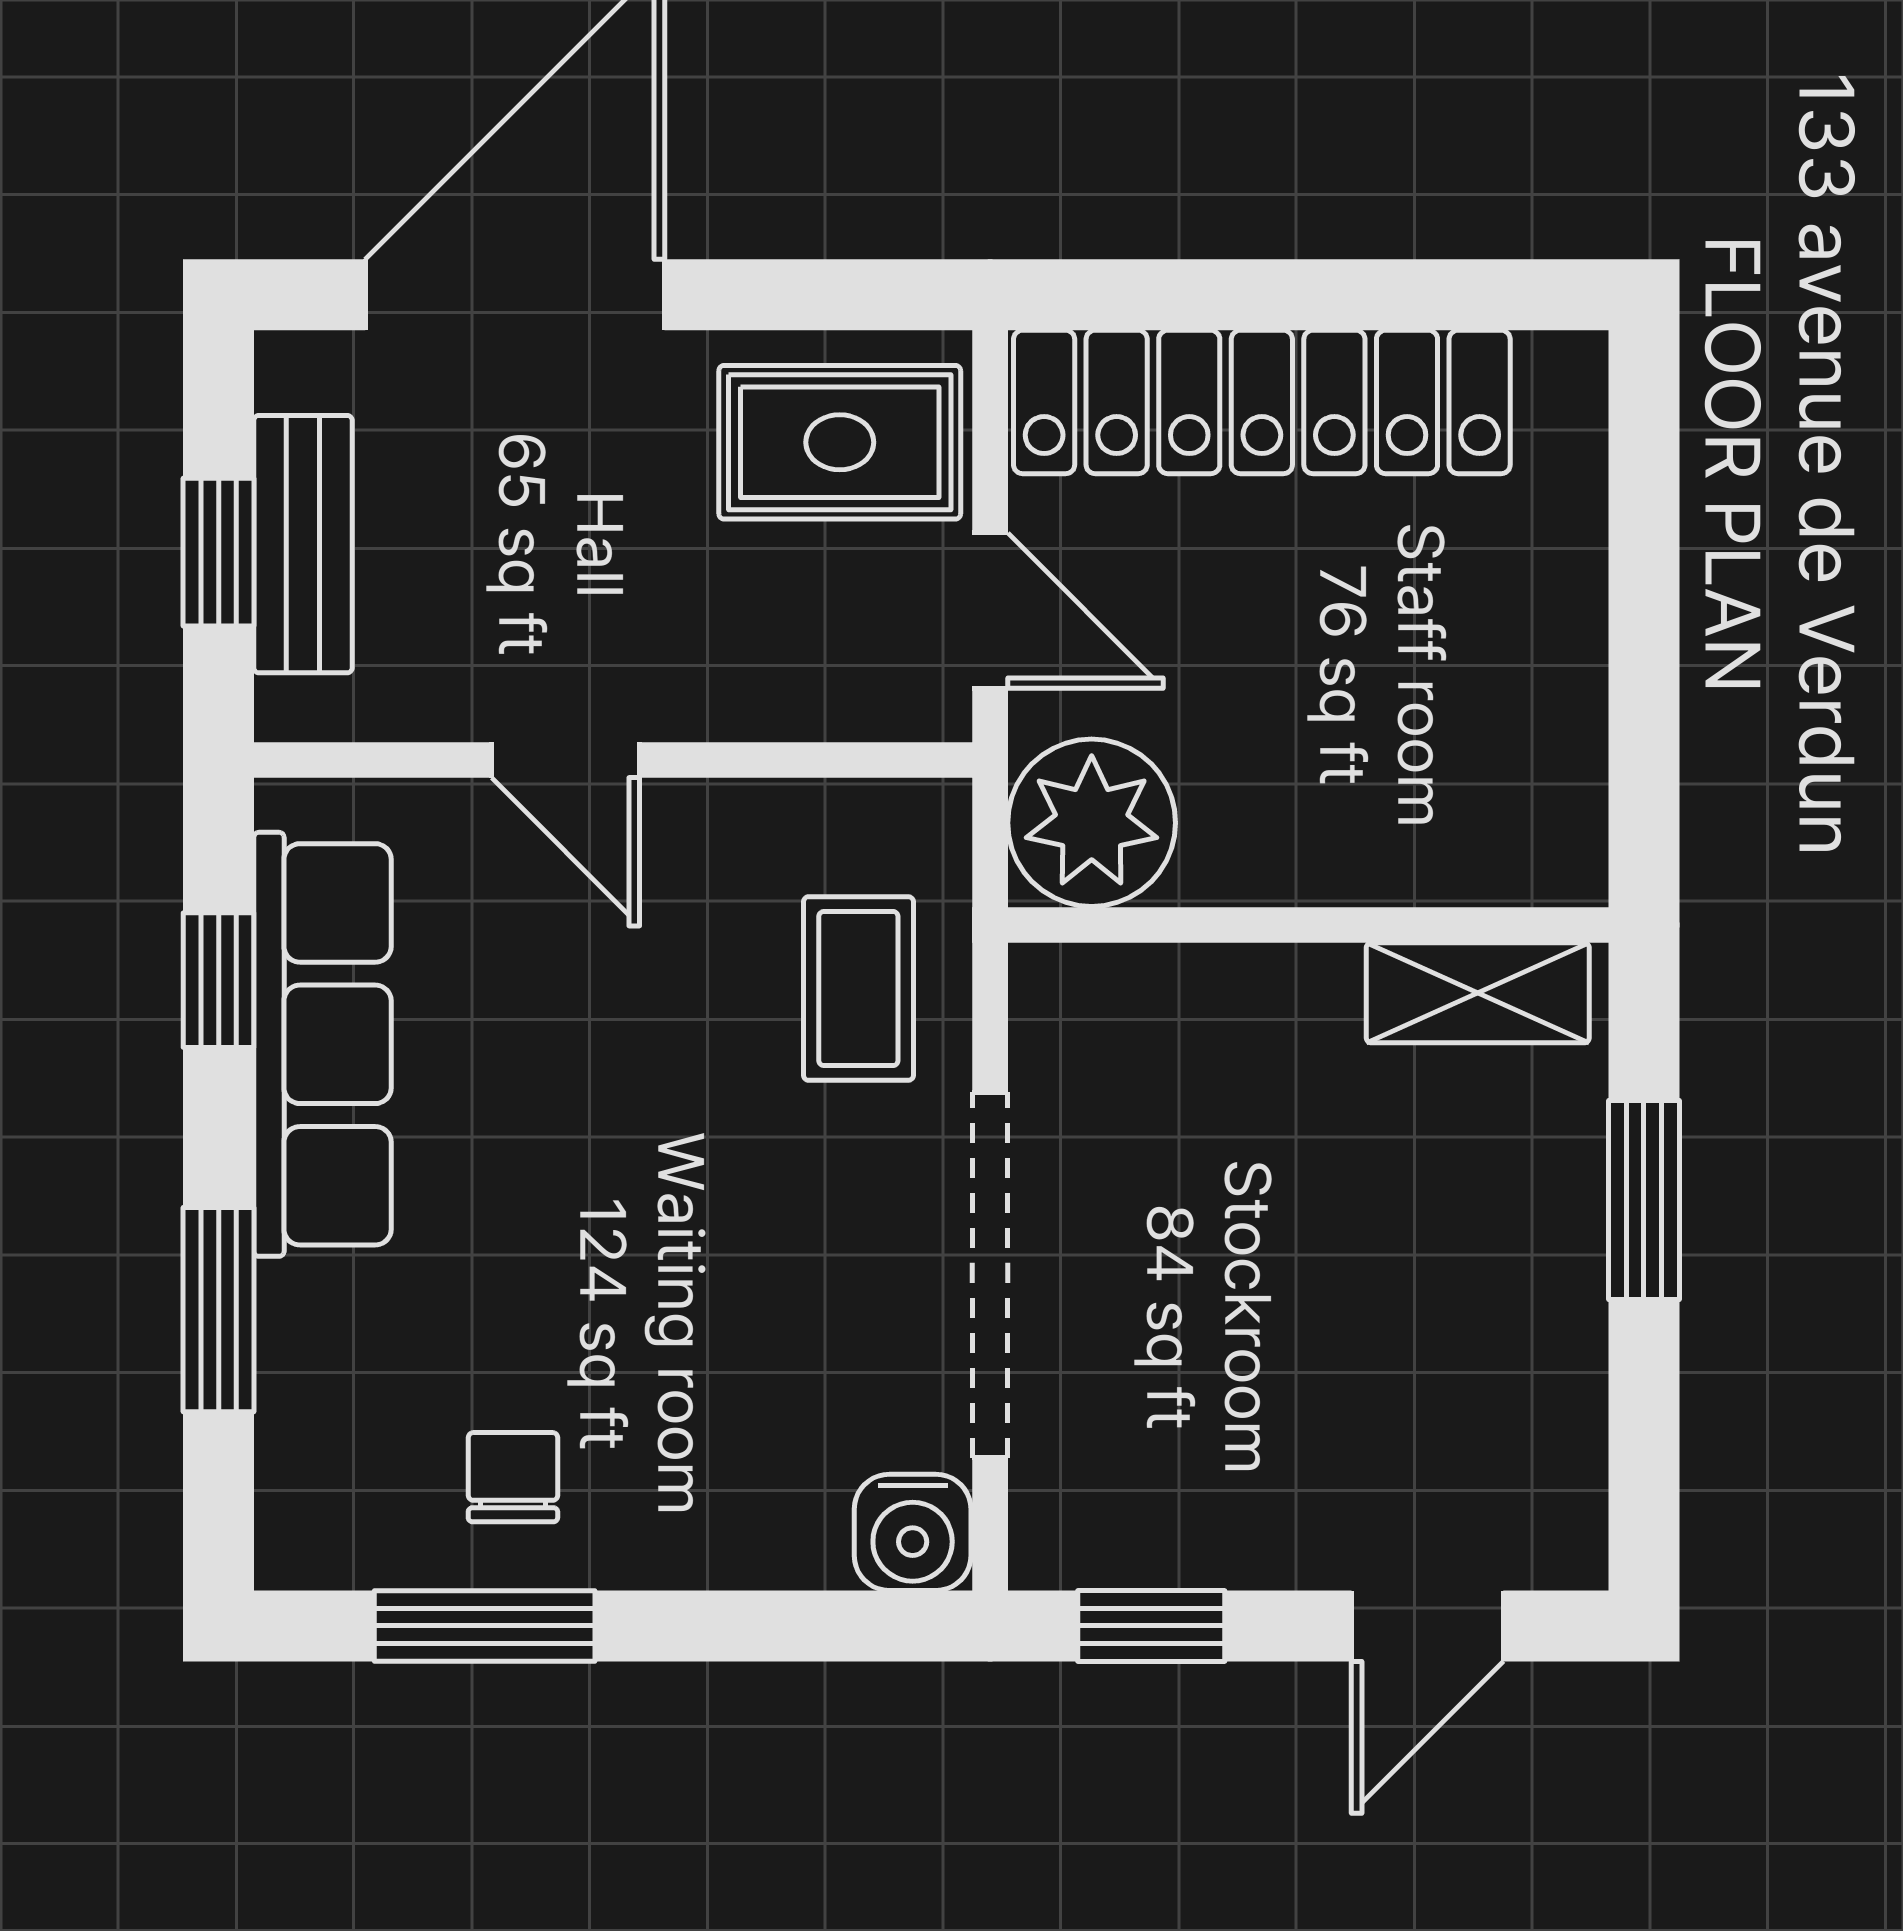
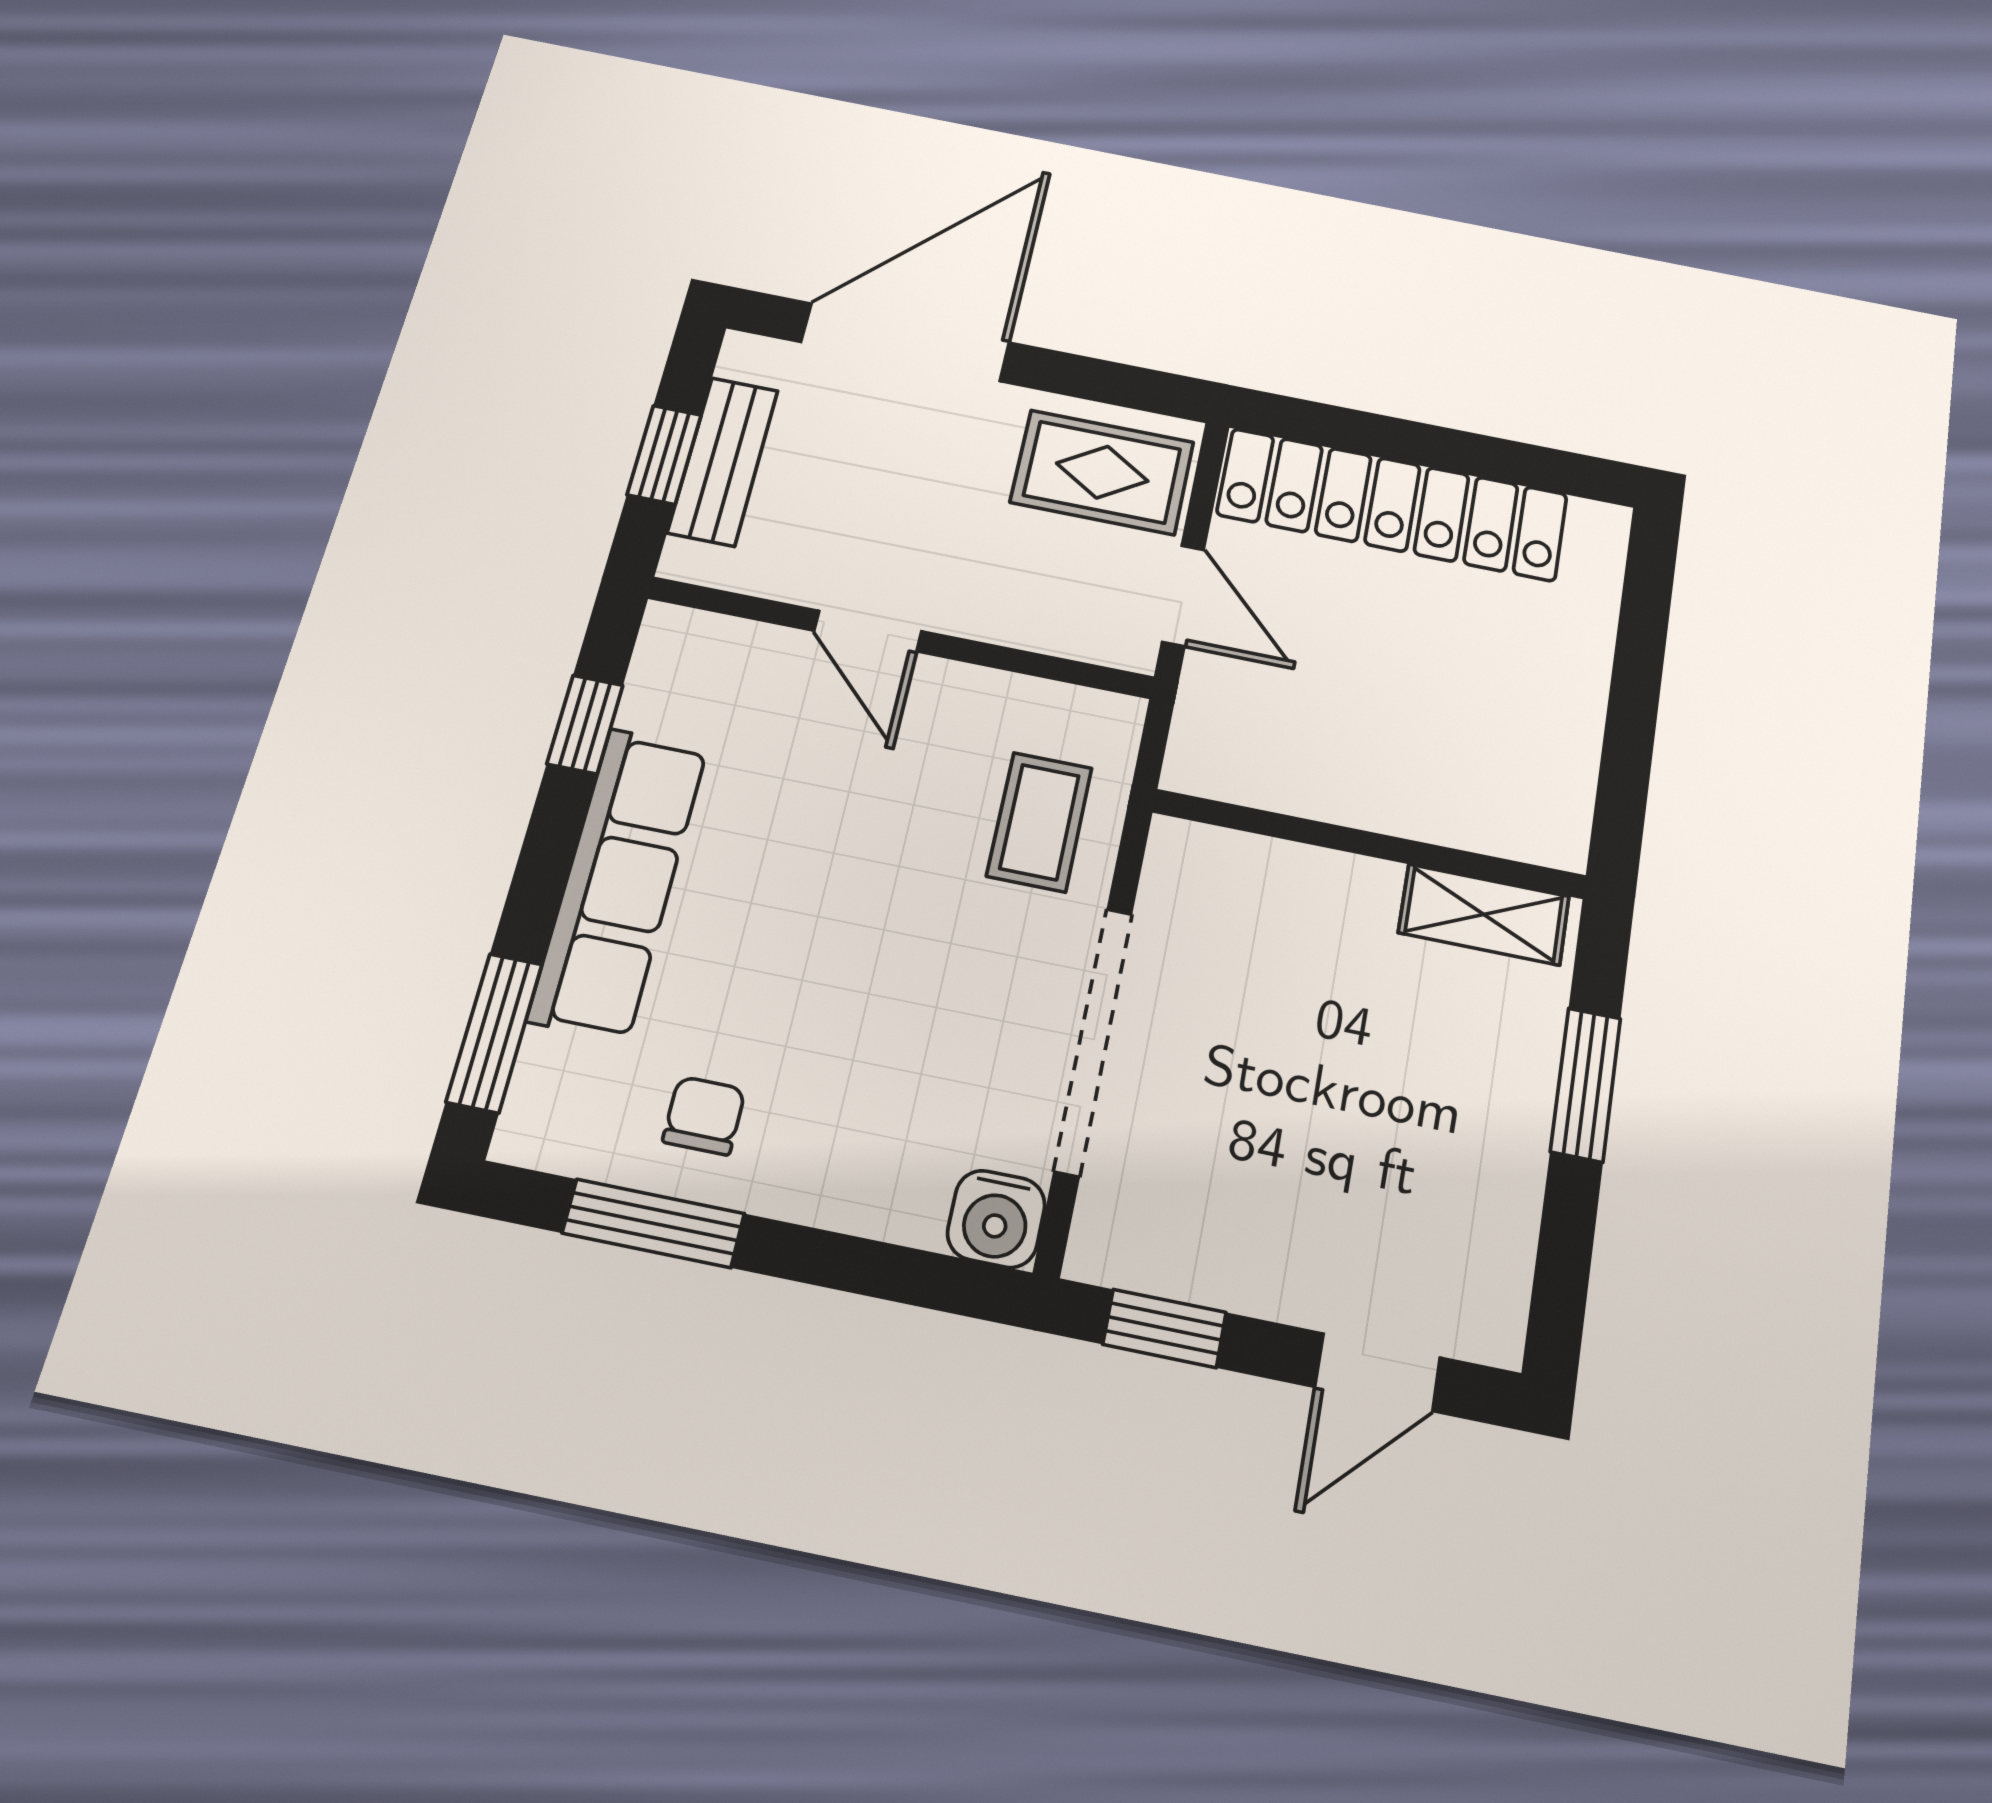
plant: (1092, 823) -> (1227, 745), removed
row of seats: (322, 1044) -> (619, 882), moved
window: (219, 1310) -> (494, 1033), moved

